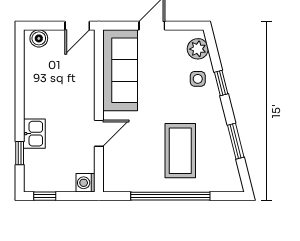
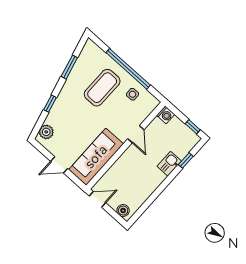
side table: (198, 79) -> (133, 94), moved
door: (99, 133) -> (136, 134), swing flipped

